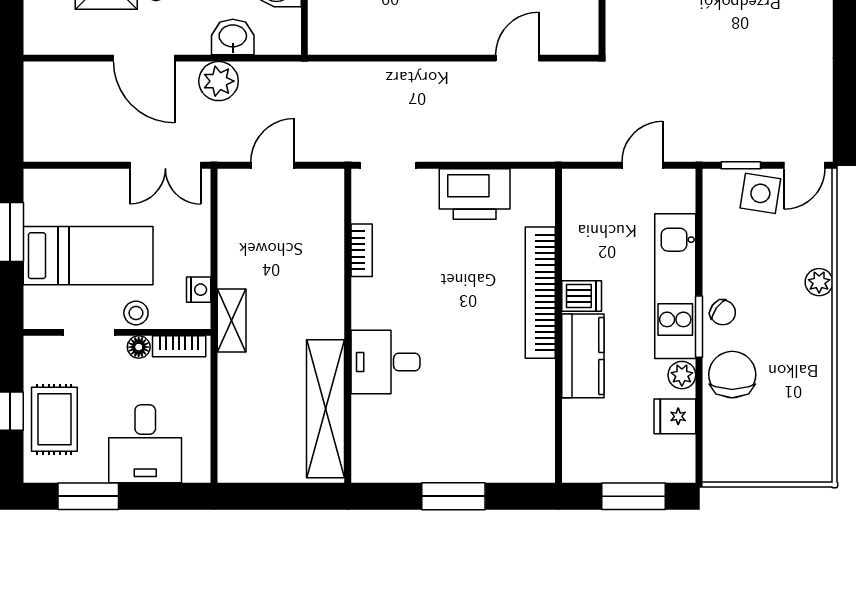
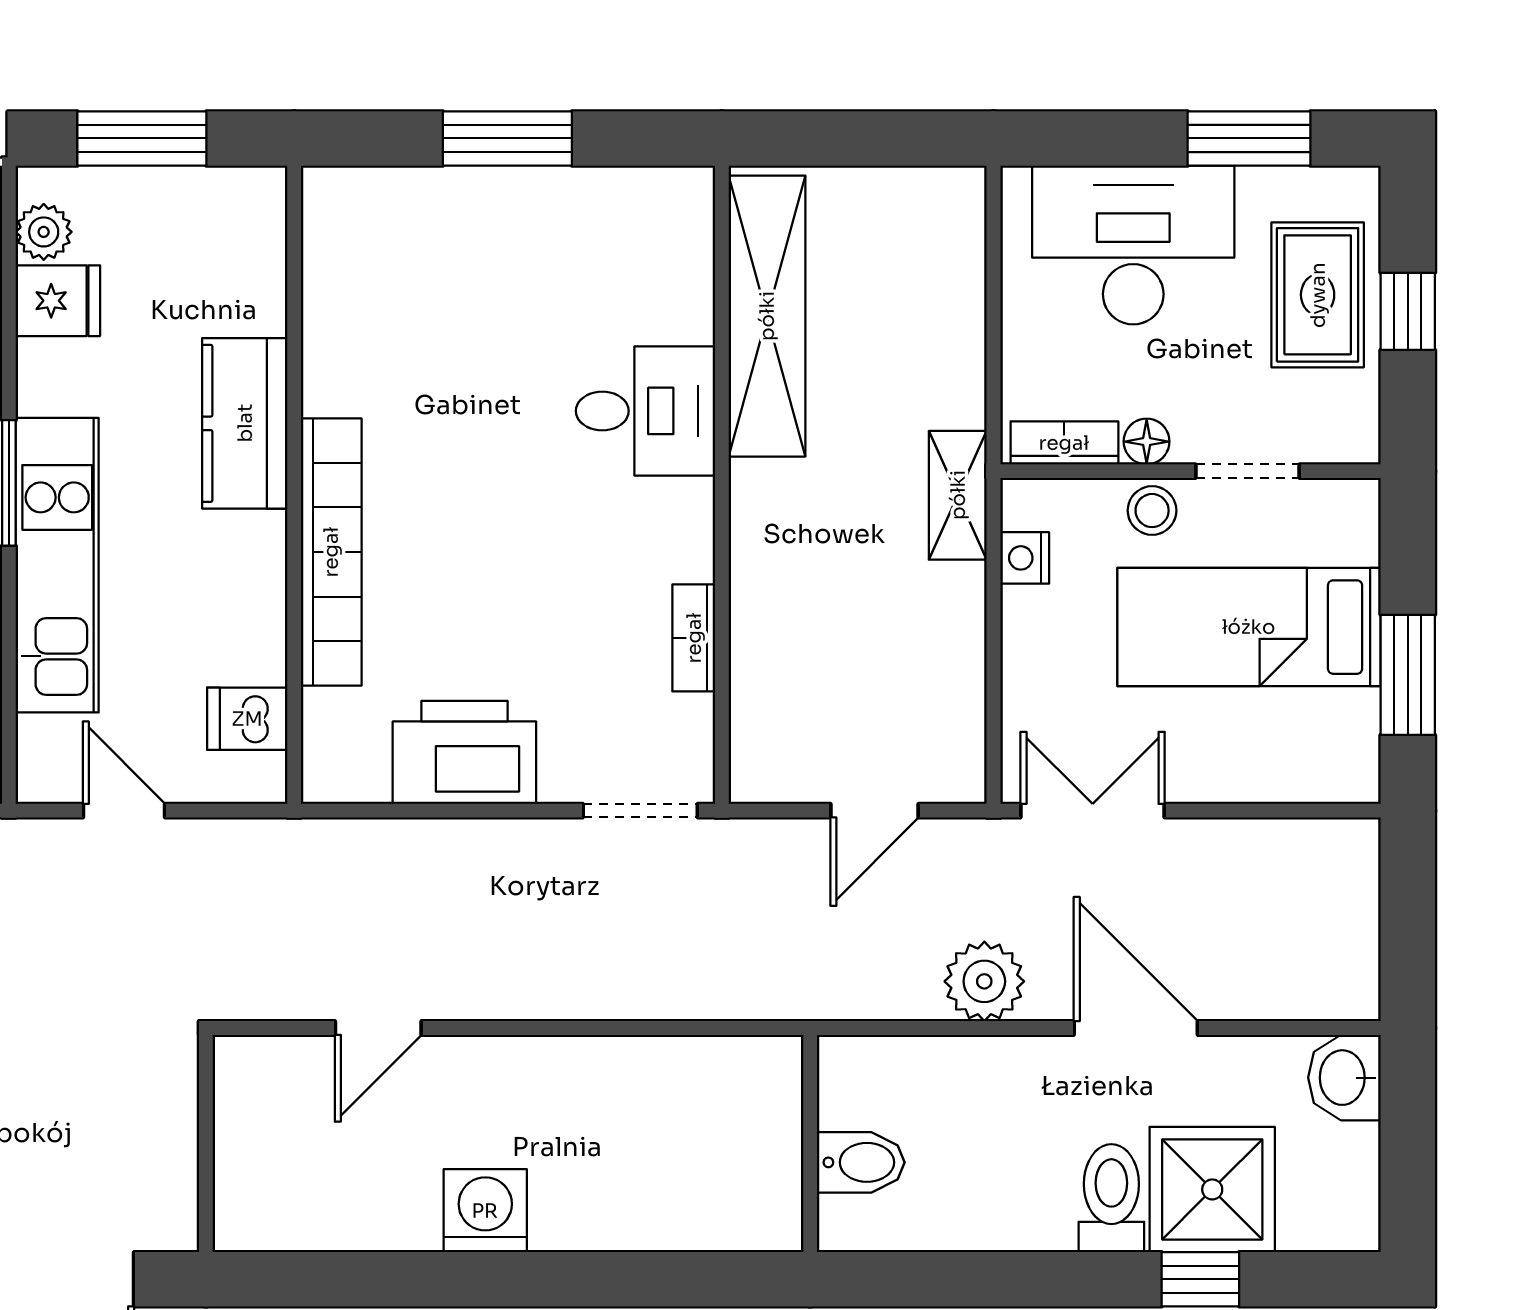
washbasin: (233, 37) -> (1344, 1078), moved, turned 90
door: (642, 165) -> (124, 811), swing flipped
dishwasher: (582, 296) -> (247, 719), moved
plant: (682, 375) -> (44, 232), moved
desk: (145, 444) -> (1133, 245), width x1.37

